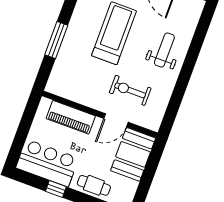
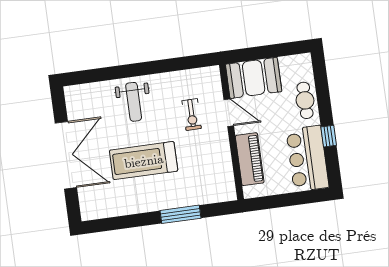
weight bench: (164, 50) -> (134, 102), turned -90
exercise bike: (130, 90) -> (192, 115), width x0.73, depth x0.72

